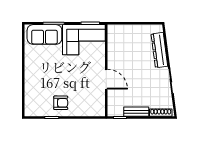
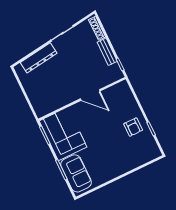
door: (106, 79) -> (90, 95), swing flipped
armchair: (61, 103) -> (133, 127), turned 180

